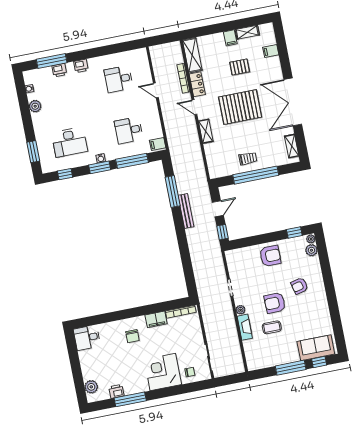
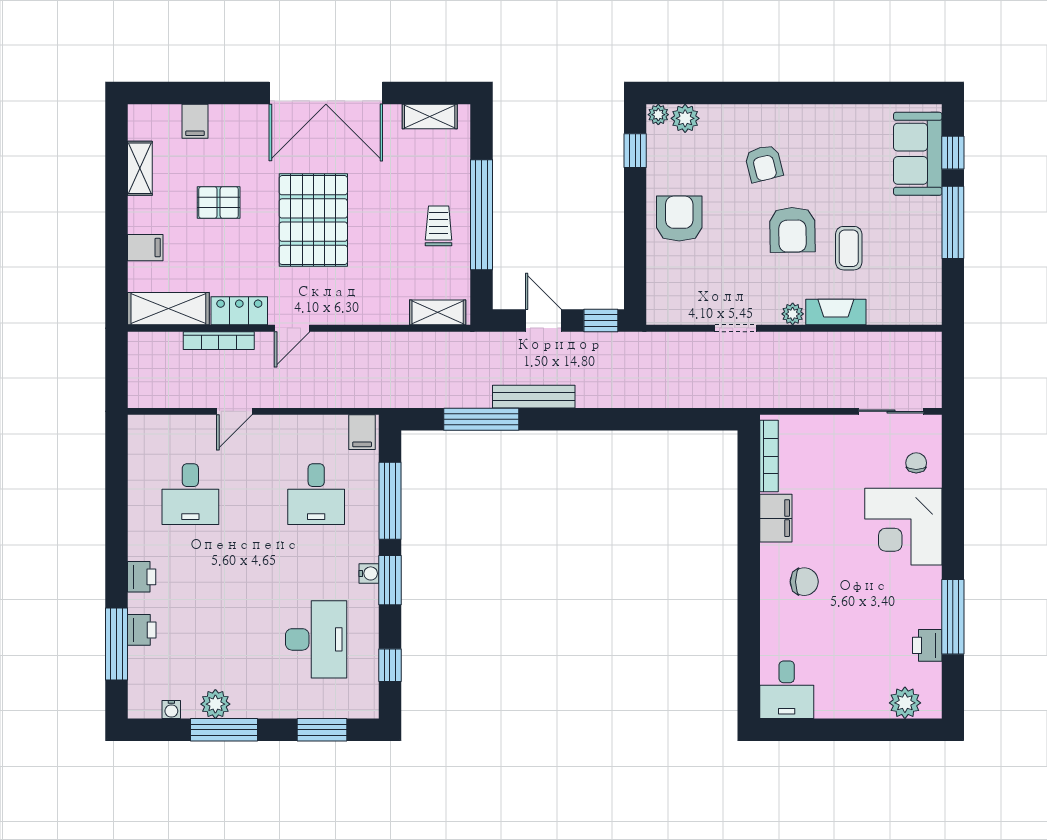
filing cabinet: (230, 38) -> (145, 248), moved
pallet: (240, 67) -> (219, 203), turned 90
window: (25, 112) -> (224, 730), added
shelving: (206, 131) -> (438, 312), moved

